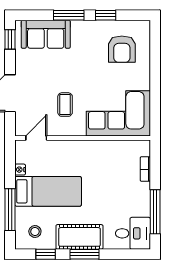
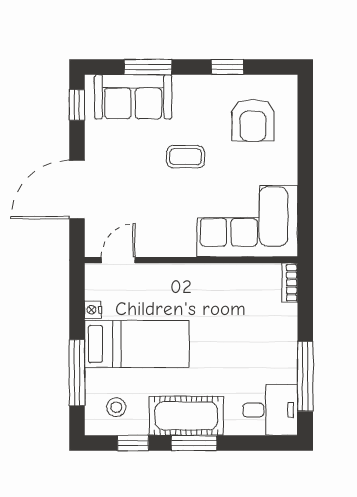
window: (69, 15) -> (148, 67), moved
coffee table: (65, 105) -> (186, 157), moved, turned 90
bookcase: (145, 169) -> (290, 283), moved

